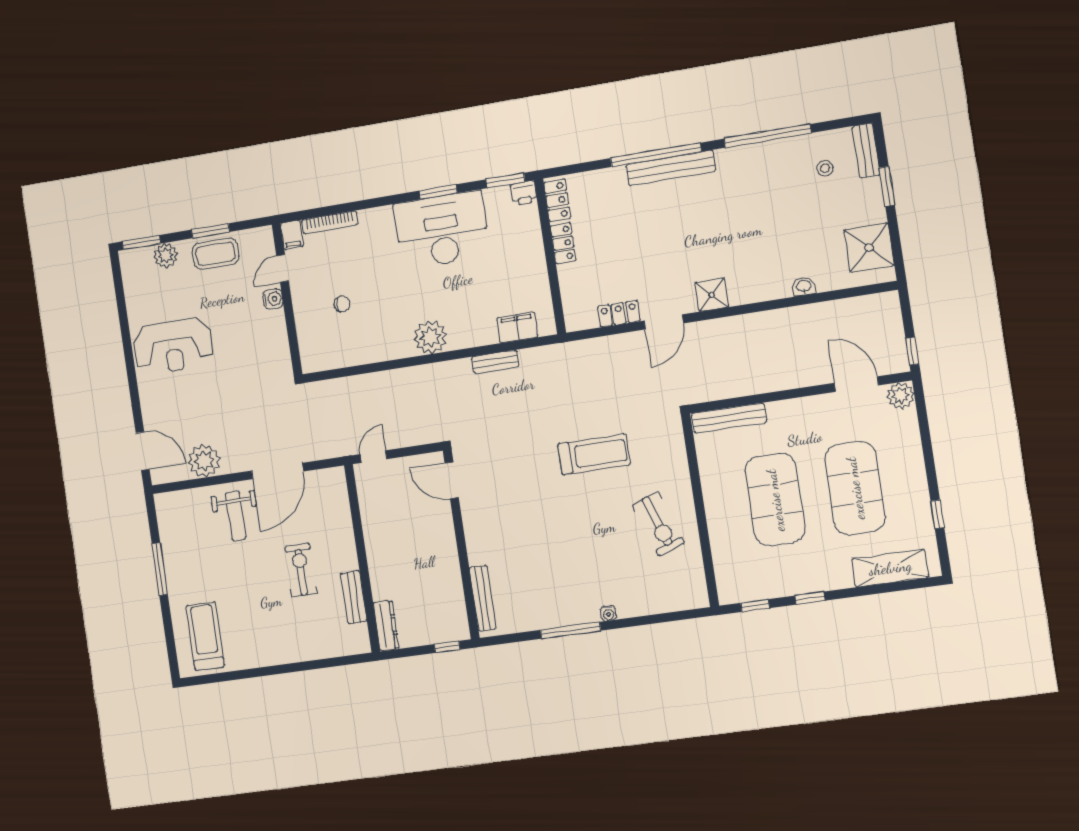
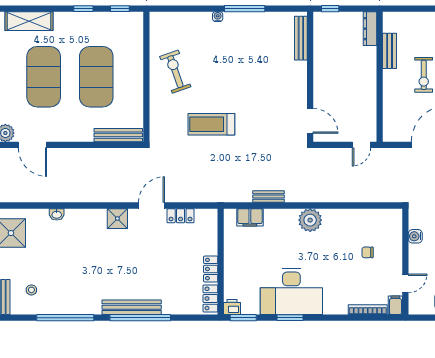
water cooler: (273, 299) -> (415, 236), moved

